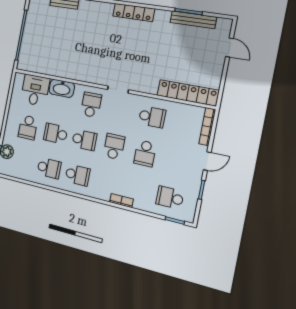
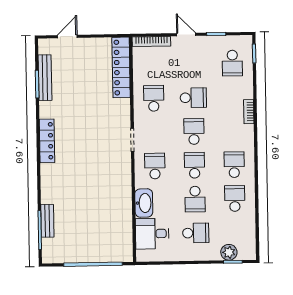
school desk: (91, 105) -> (155, 166), turned 90
school desk: (114, 147) -> (194, 131), turned 90

